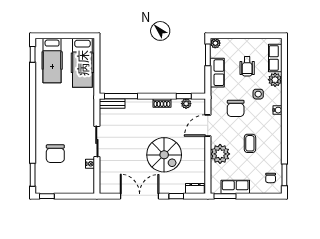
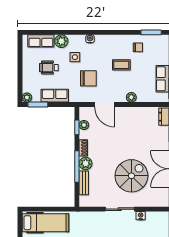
wheelchair: (247, 66) -> (49, 68), turned 180
window: (121, 96) -> (77, 167), moved
bench: (112, 104) -> (84, 183), moved
plant: (145, 105) -> (86, 164), added
plant: (220, 154) -> (131, 97), width x0.53, depth x0.53
spiral stairs: (164, 155) -> (131, 176), moved
chair: (271, 178) -> (138, 47), moved

